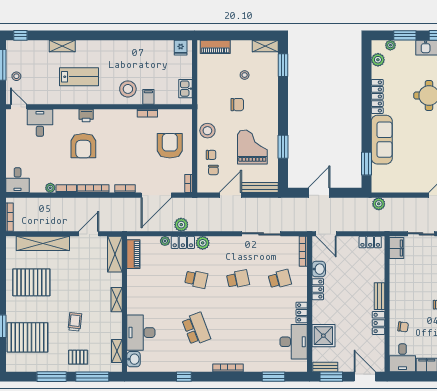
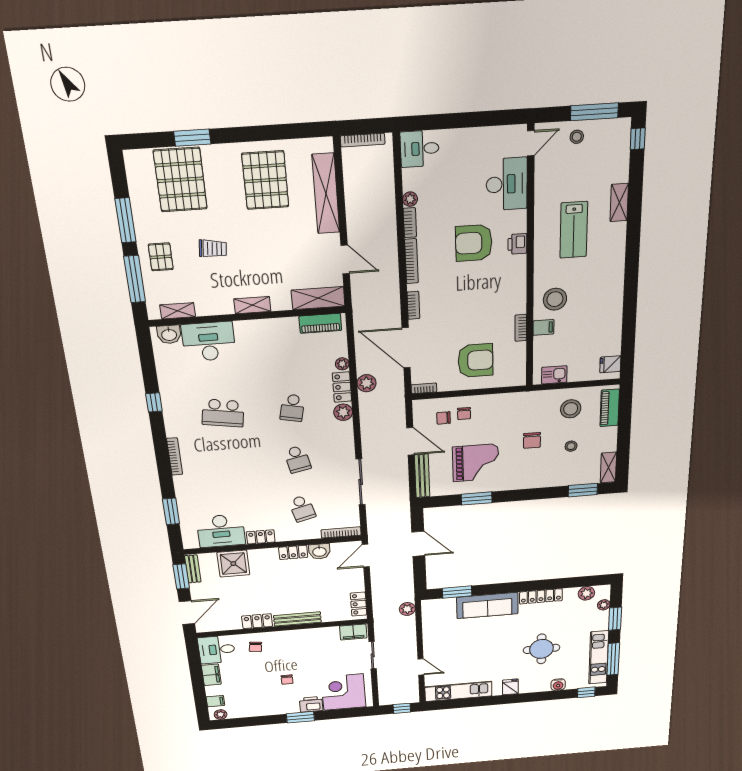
desk: (40, 123) -> (507, 184), width x1.37
stool: (207, 131) -> (571, 409), moved
bench: (379, 296) -> (297, 619), width x1.36
school desk: (196, 329) -> (223, 413), turned 30

